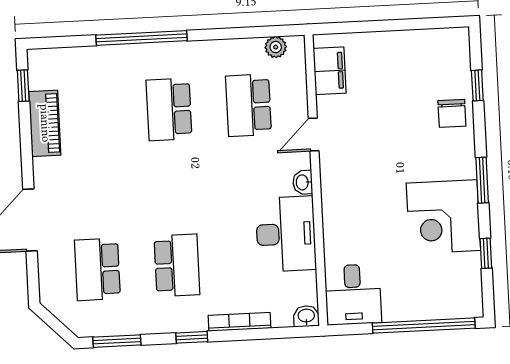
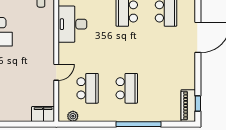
filing cabinet: (330, 71) -> (43, 114), moved, turned 90
piano: (45, 123) -> (188, 106), moved
washbasin: (303, 182) -> (63, 49), removed

